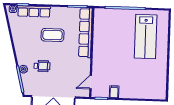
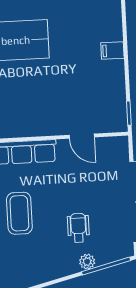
door: (91, 82) -> (82, 136), moved
filing cabinet: (114, 92) -> (112, 51), moved

